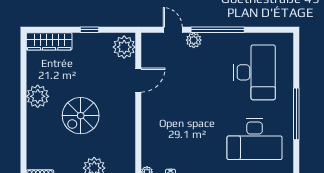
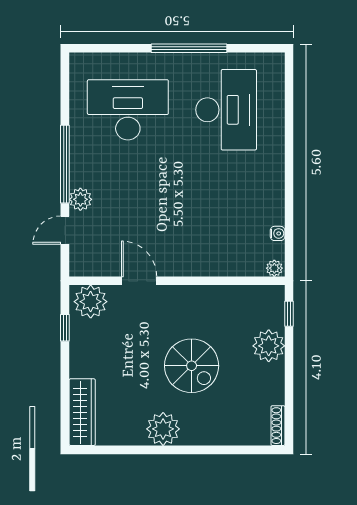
window: (90, 30) -> (65, 328), moved

